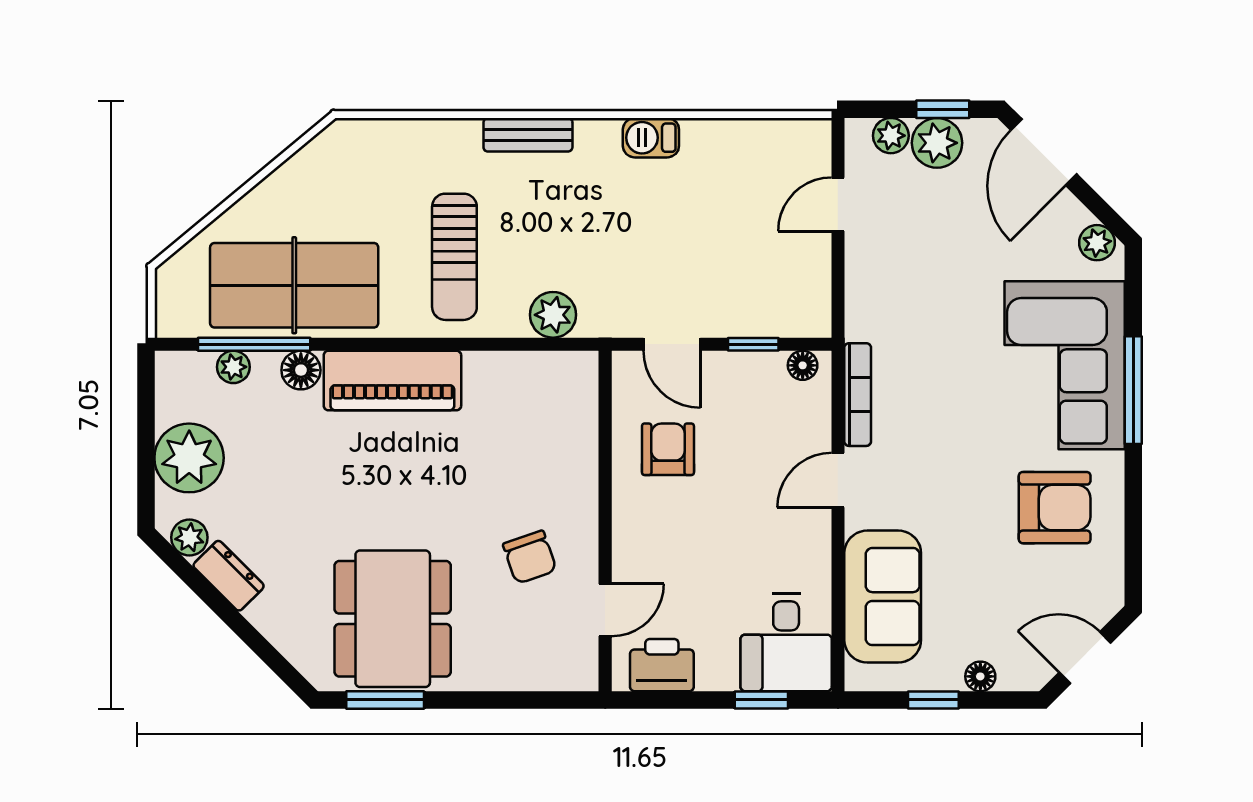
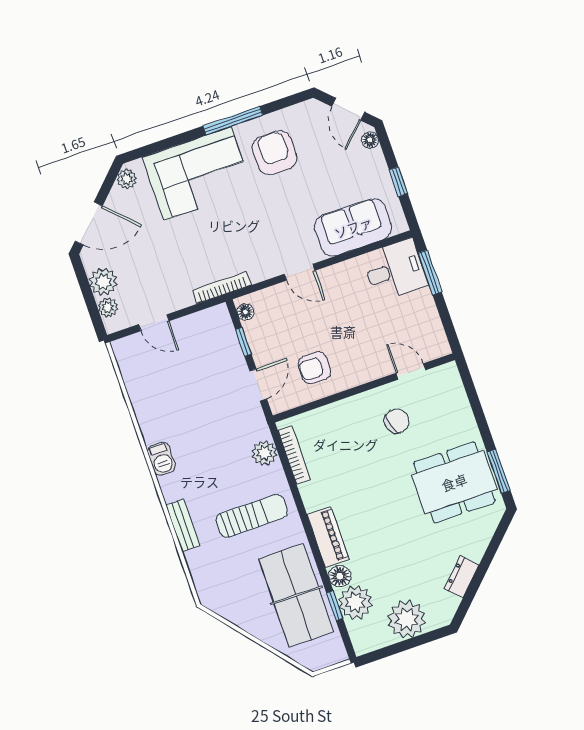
window: (943, 109) -> (84, 285), removed
bench: (528, 135) -> (183, 525), moved
barbecue: (651, 138) -> (162, 459), moved
window: (254, 344) -> (335, 606), width x0.46
bookcase: (533, 364) -> (294, 455), added
plant: (233, 367) -> (355, 602), width x1.87, depth x1.87
piano: (392, 381) -> (328, 537), width x0.73, depth x0.75
window: (1133, 390) -> (233, 121), moved
bookcase: (858, 395) -> (222, 288), moved
plant: (189, 537) -> (449, 604), removed
printer: (662, 665) -> (430, 331), removed
floor lamp: (980, 676) -> (370, 140), moved
window: (761, 700) -> (430, 272), width x1.50

